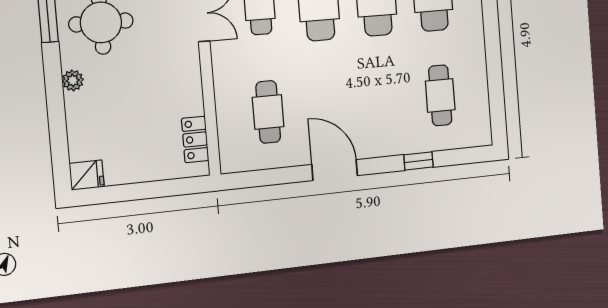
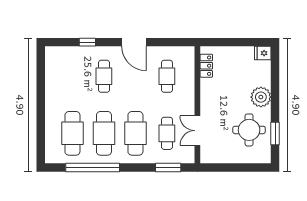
plant: (73, 80) -> (261, 97), width x1.87, depth x1.87
cafe table: (440, 95) -> (104, 76), moved

